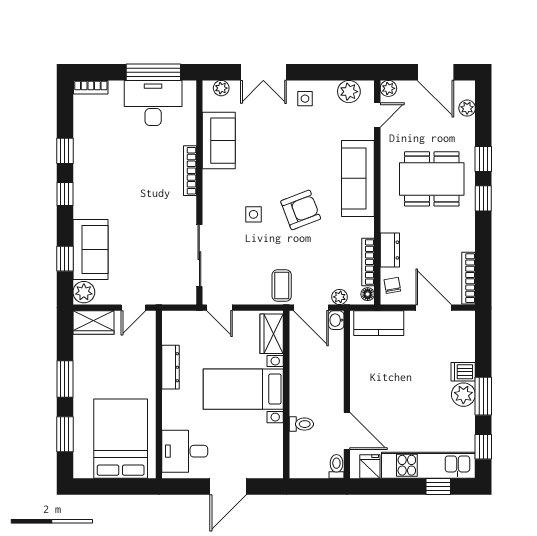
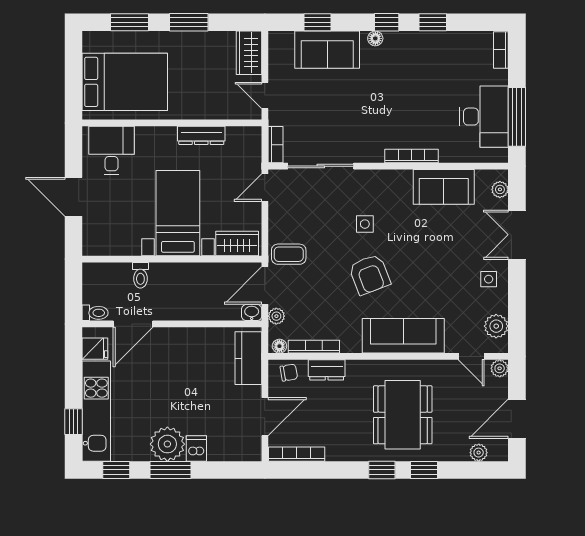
floor lamp: (80, 205) -> (375, 38), added
plant: (84, 292) -> (282, 43), removed
bookcase: (179, 298) -> (275, 145), added
plant: (463, 395) -> (167, 444), width x1.36, depth x1.36

